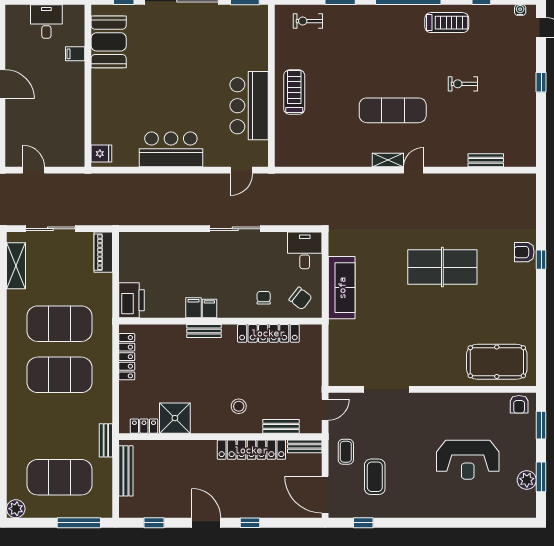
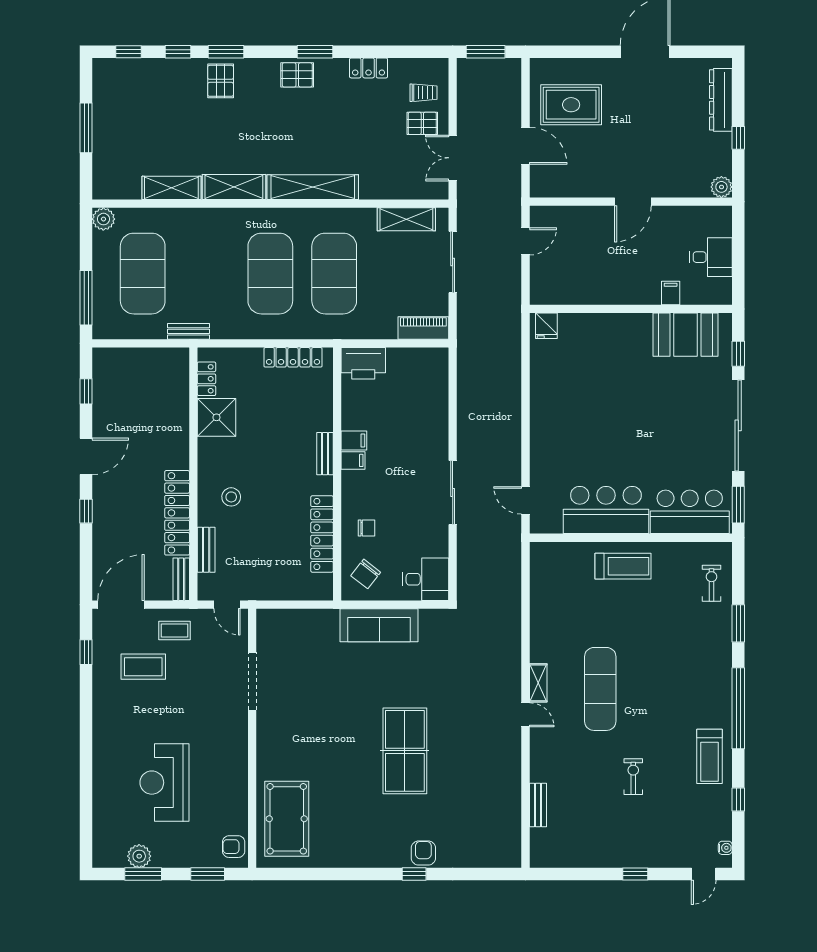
bar counter: (171, 149) -> (690, 512), moved, turned -90
bench: (126, 471) -> (151, 356), removed

